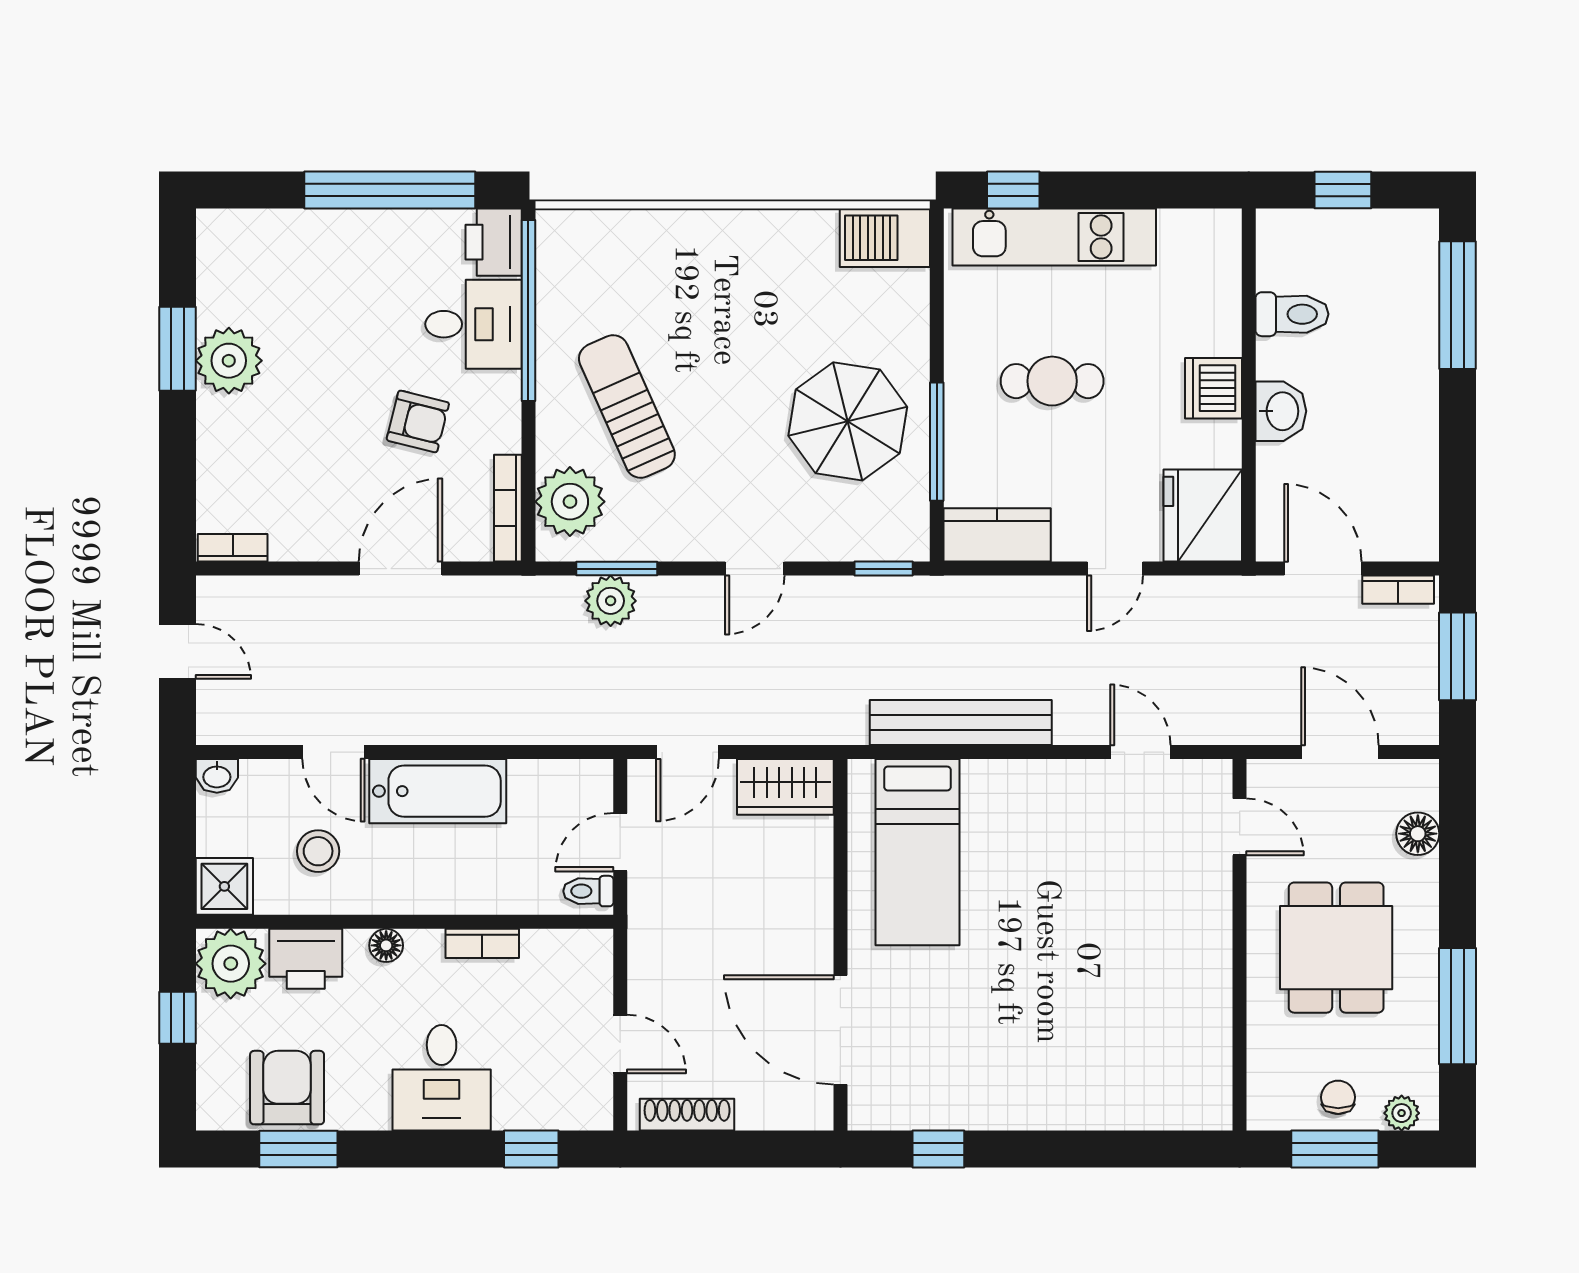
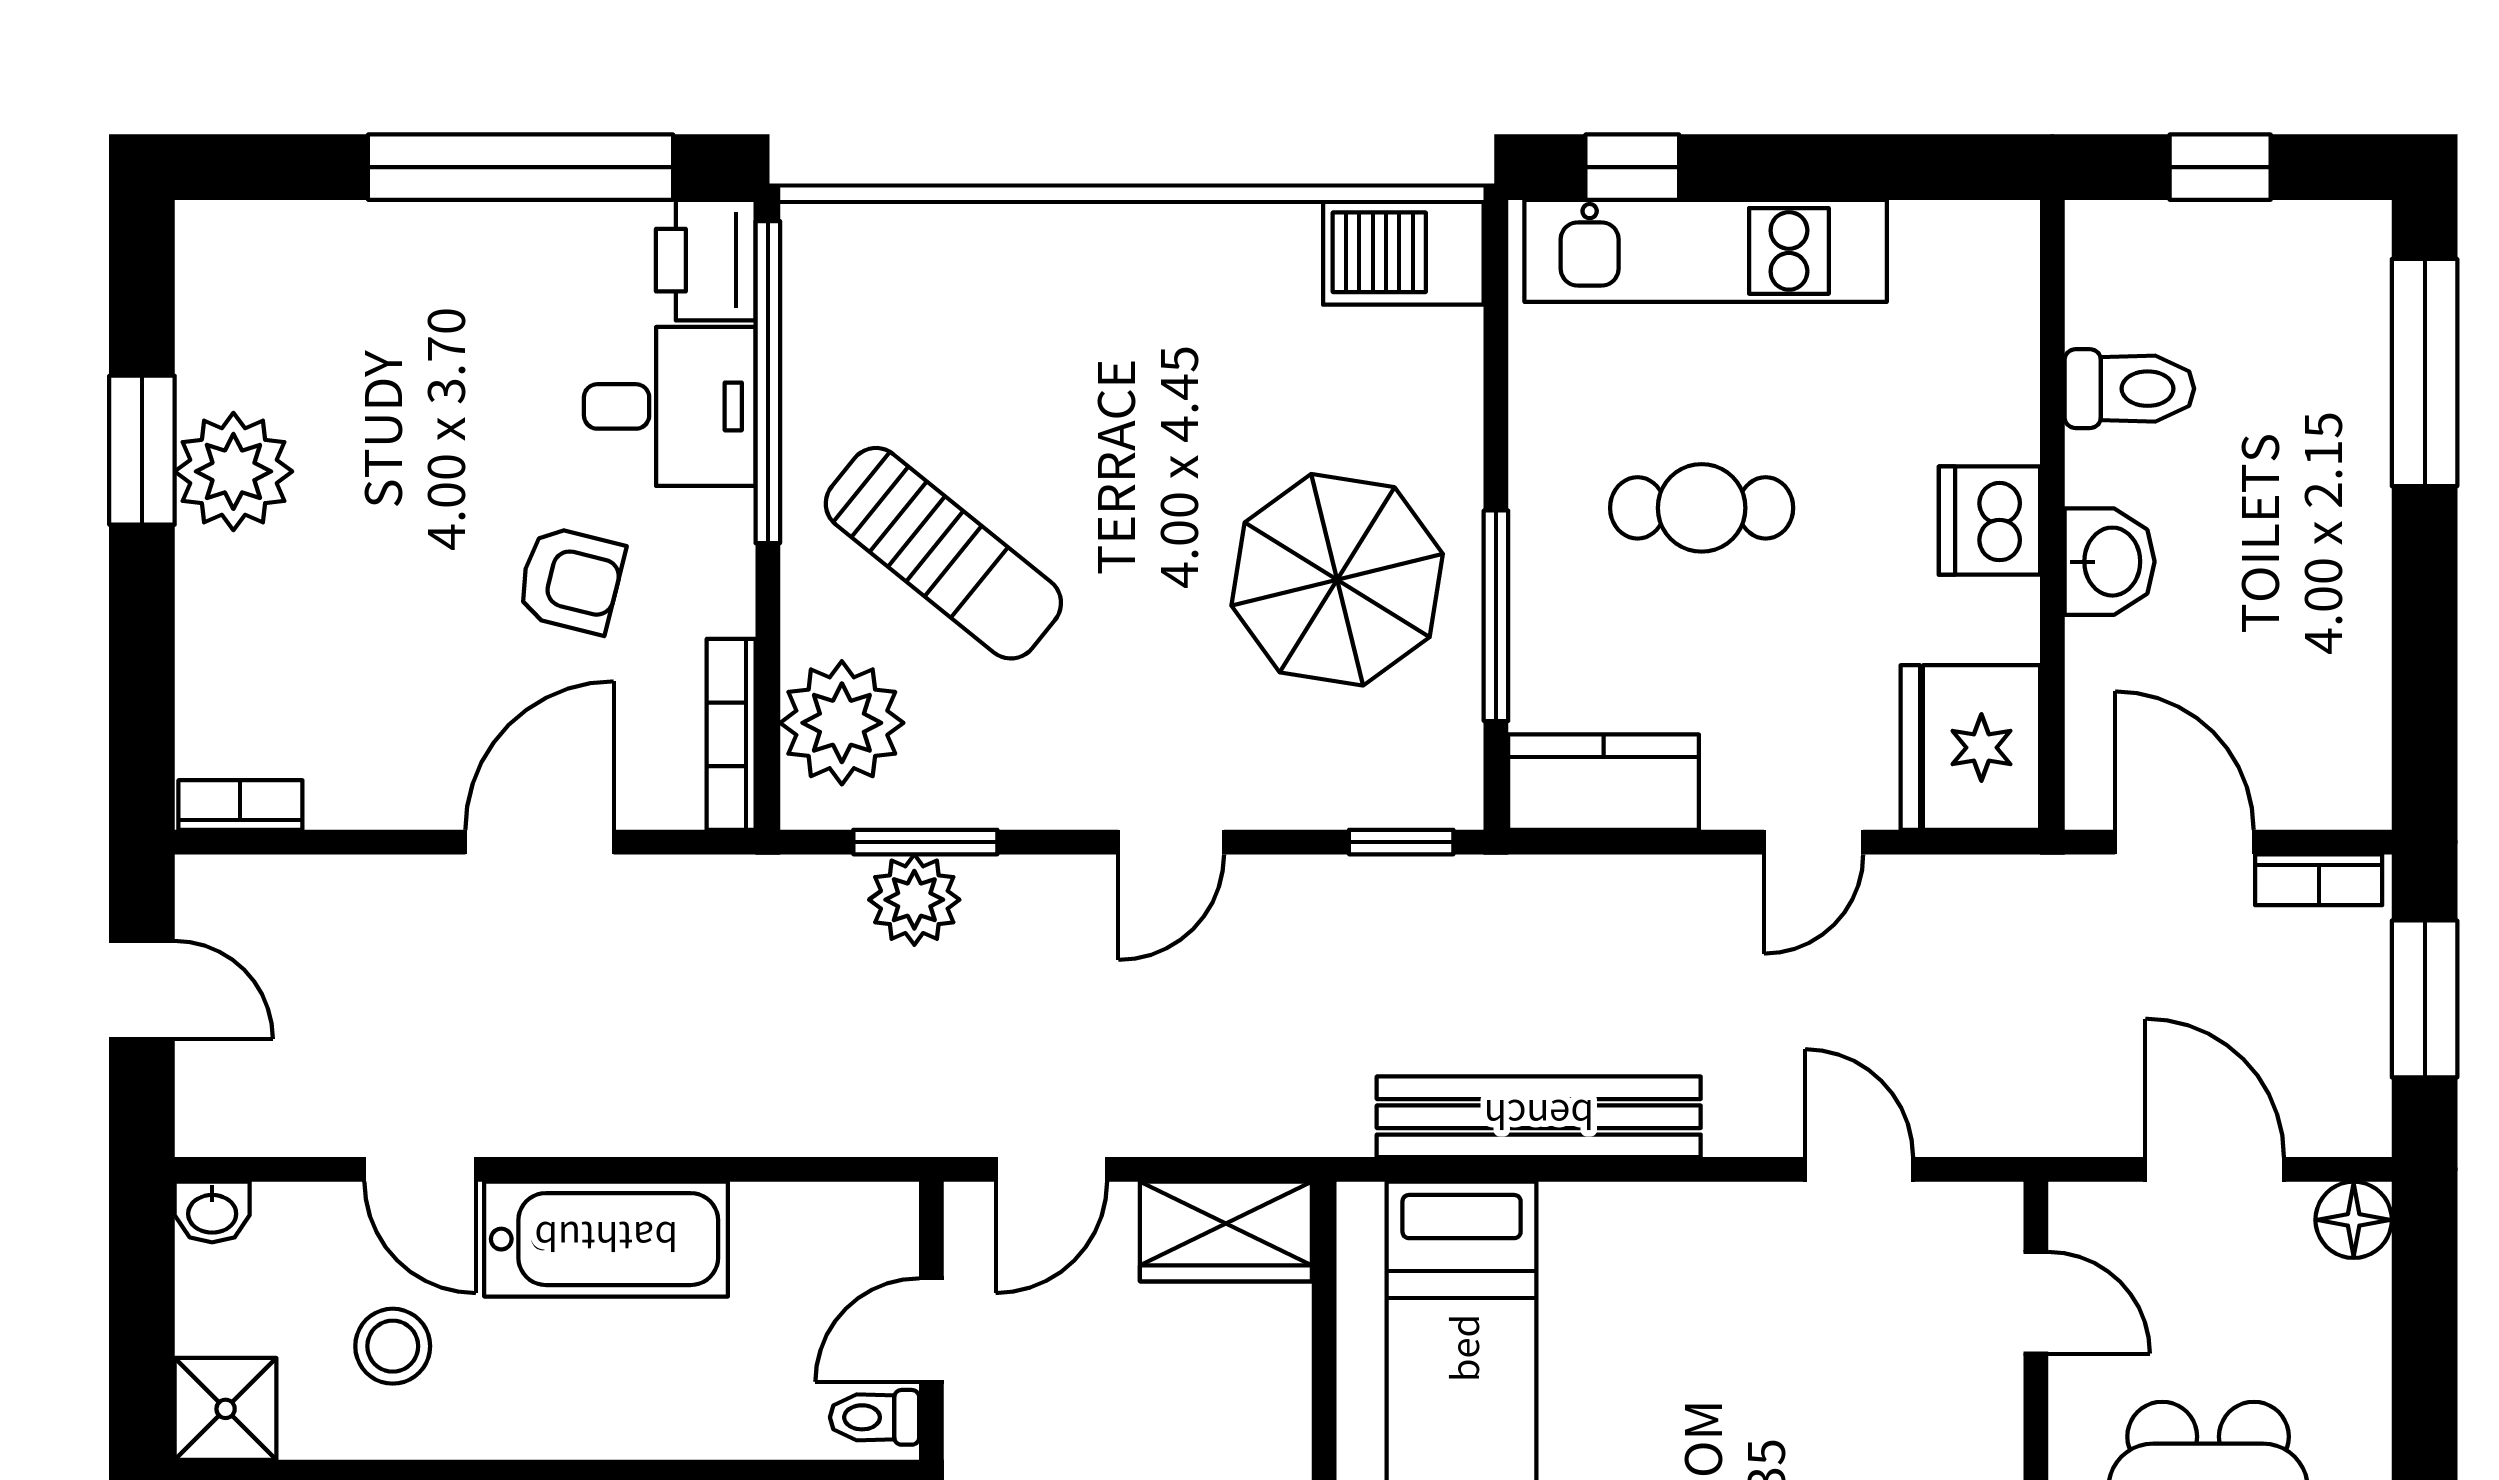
sun lounger: (627, 407) -> (943, 553), turned 153
floor lamp: (1418, 834) -> (2354, 1220), moved

